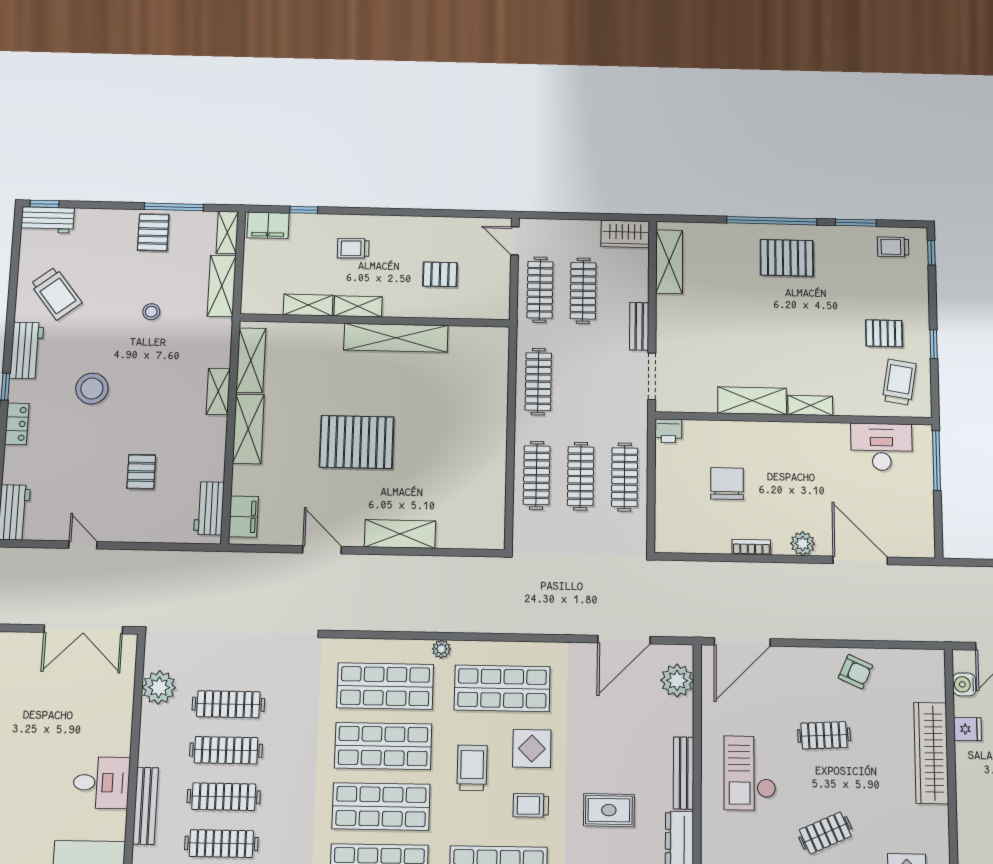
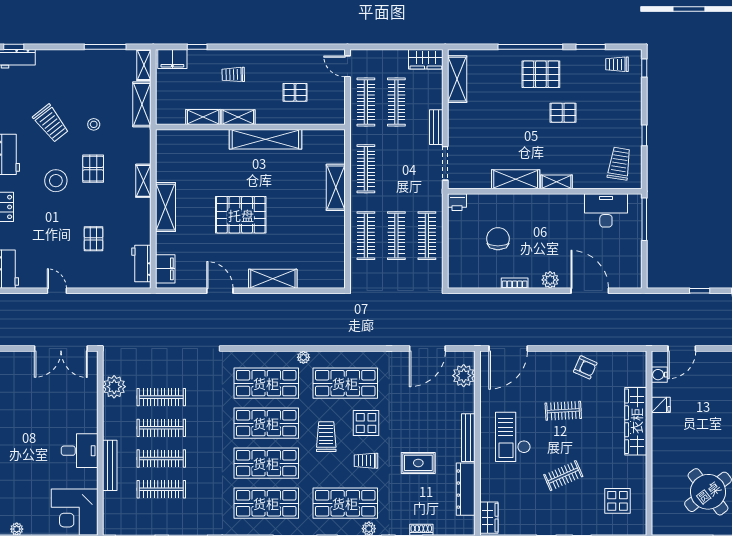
pallet: (153, 232) -> (93, 169), moved
trolley: (56, 293) -> (51, 123), moved
pallet: (884, 333) -> (563, 113), moved
shelving: (251, 360) -> (336, 187), moved

